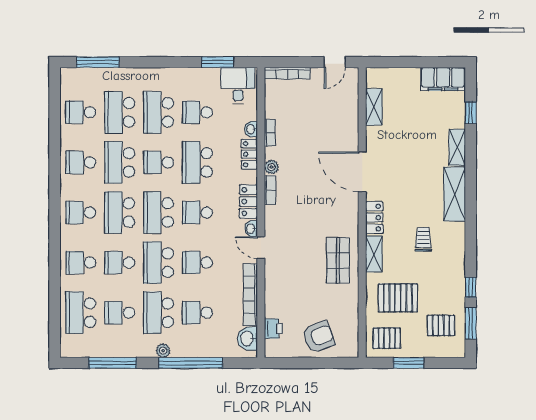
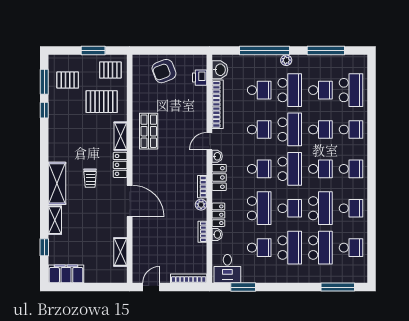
school desk: (120, 213) -> (320, 169), width x0.54
trolley: (423, 239) -> (90, 178), moved
door: (261, 248) -> (209, 141), swing flipped

